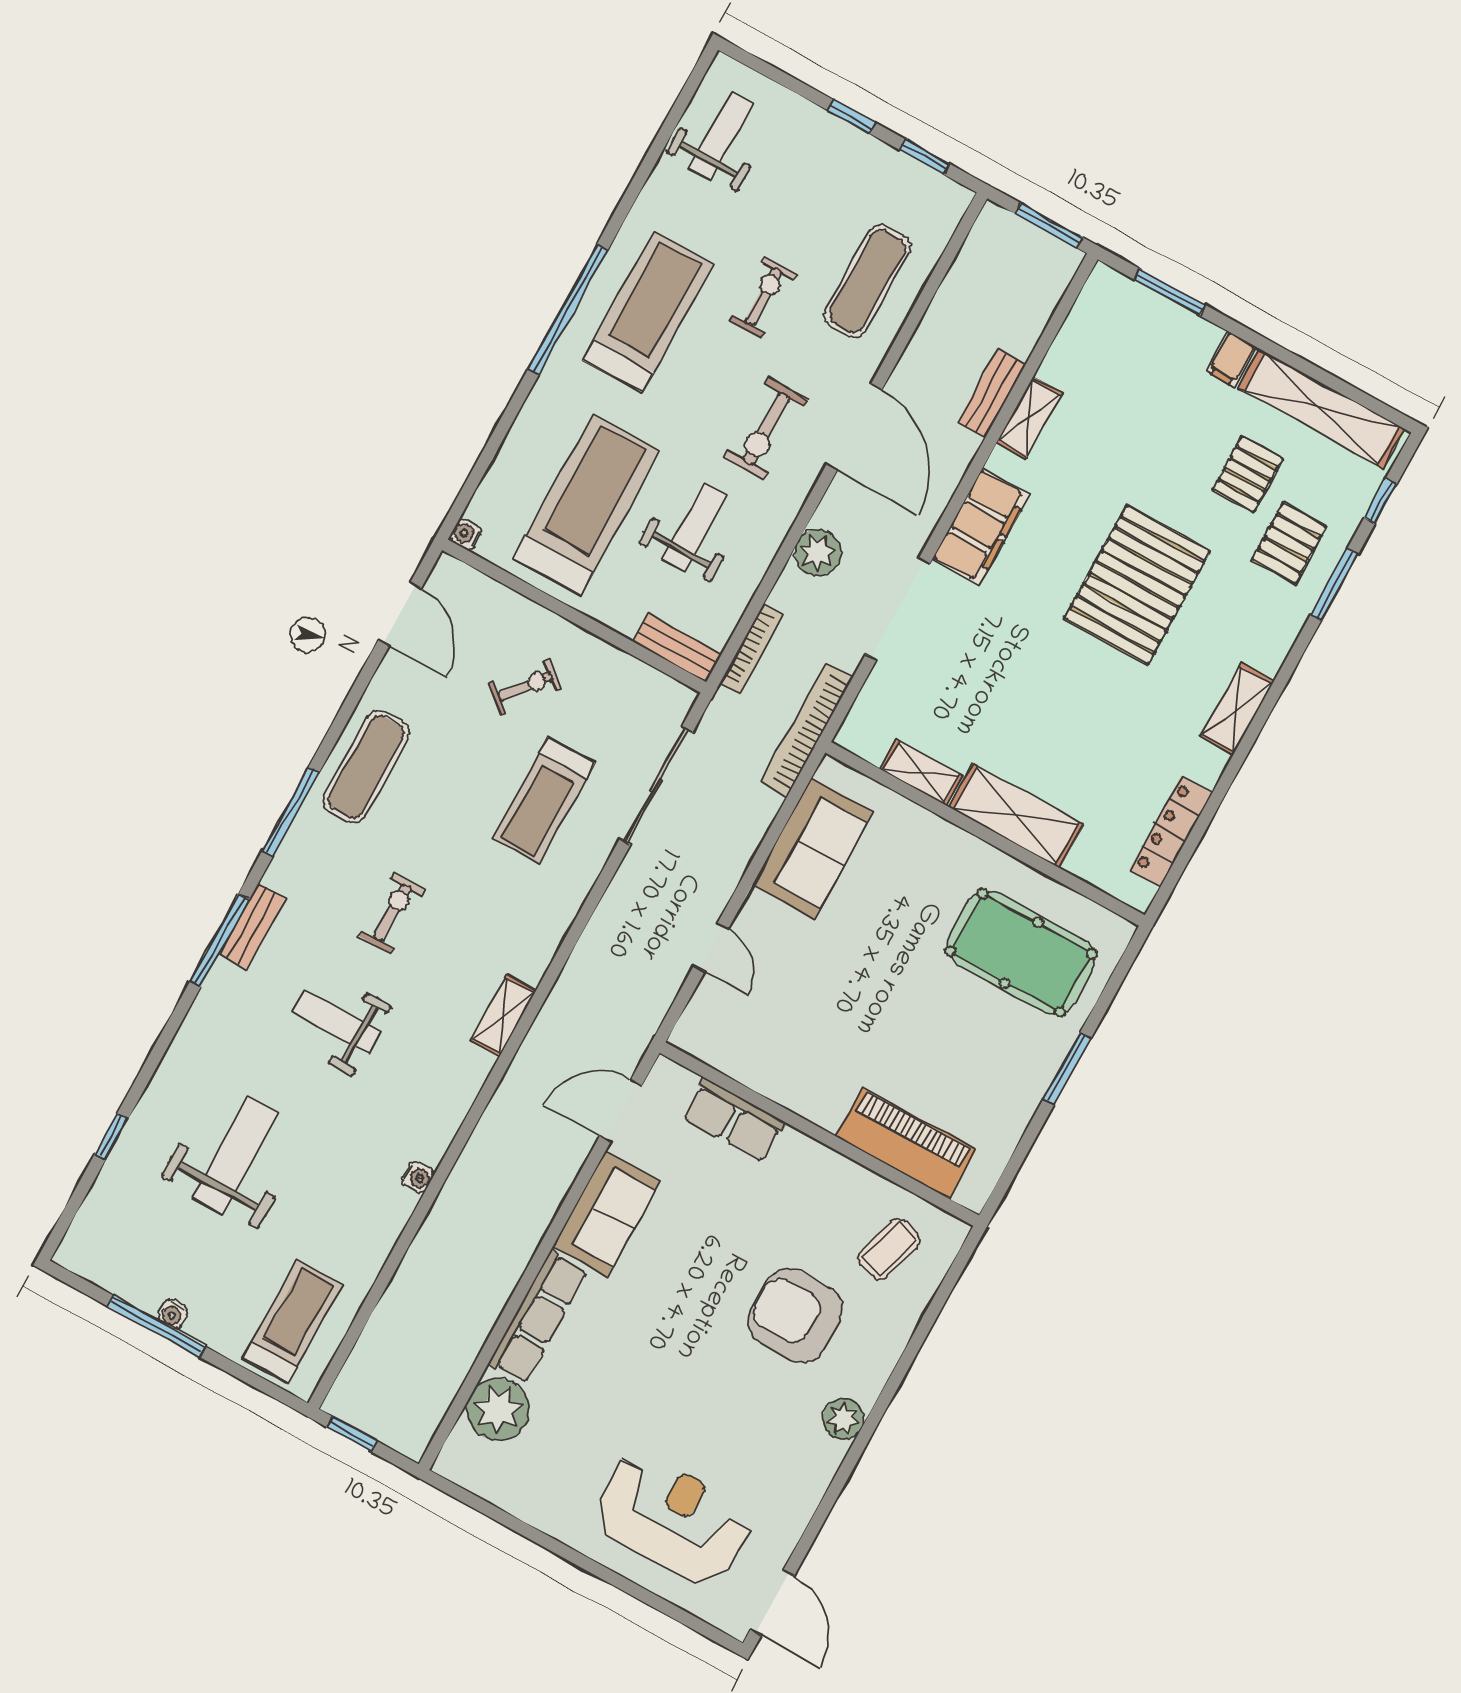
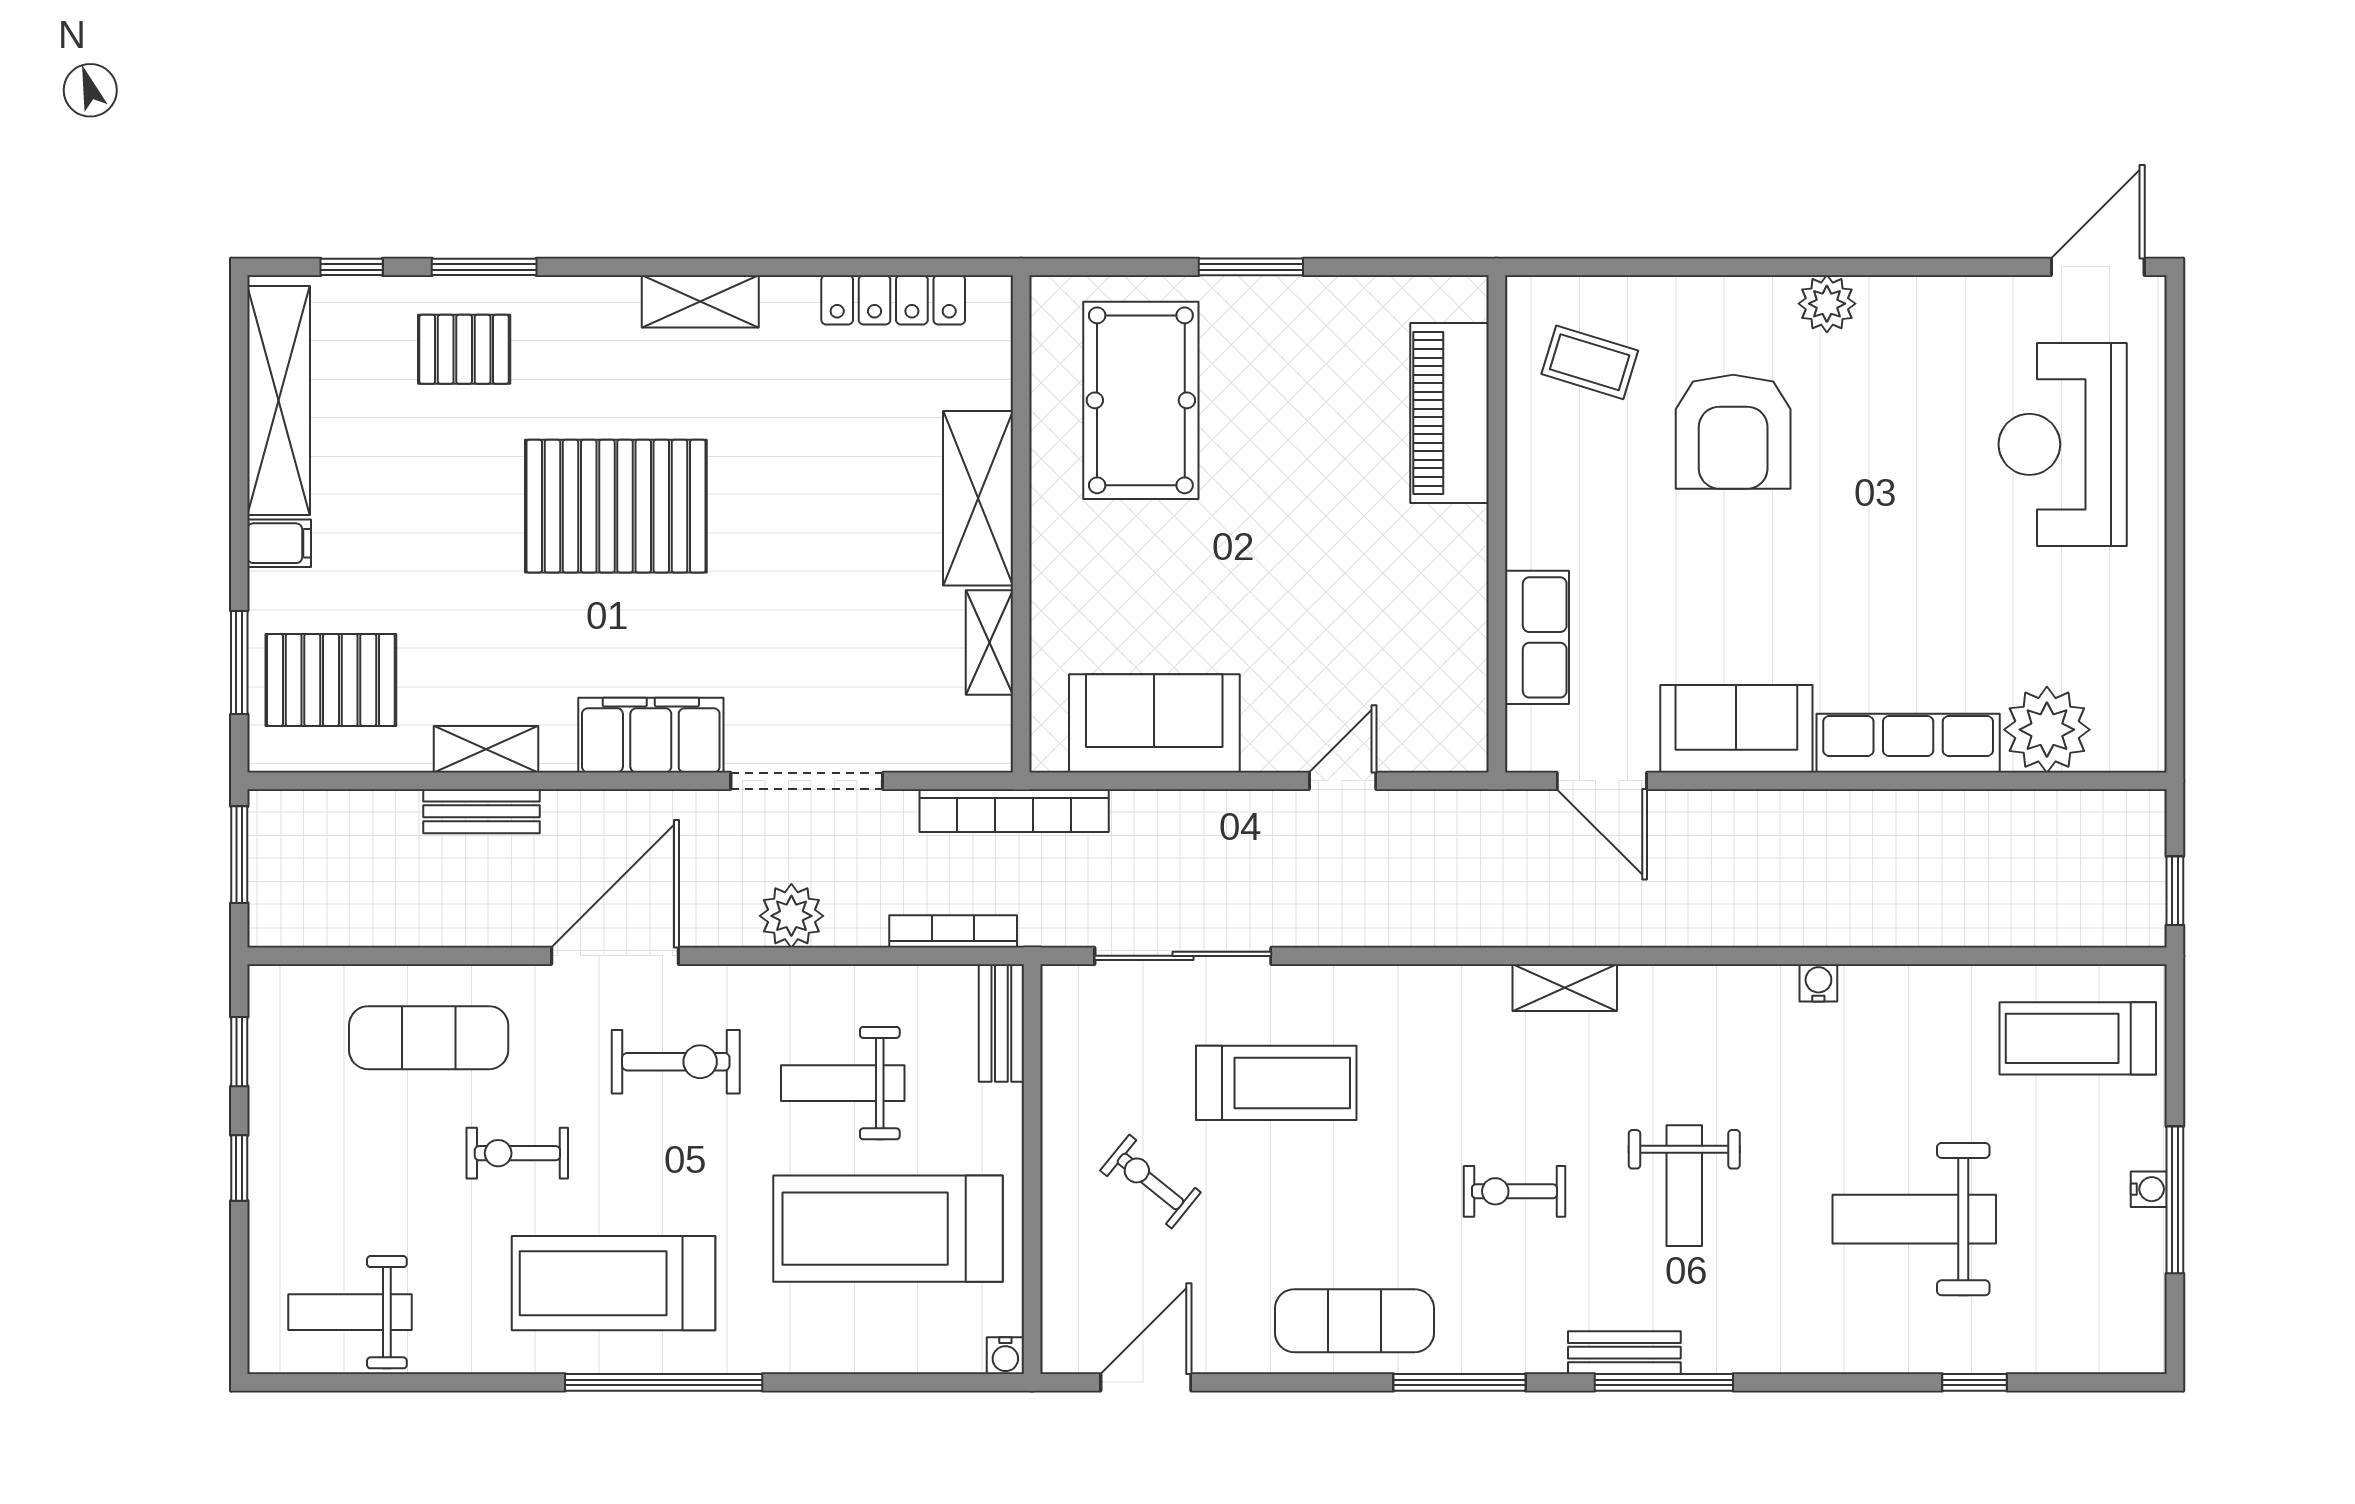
pallet: (1248, 474) -> (331, 680), moved, width x1.50, depth x1.42

